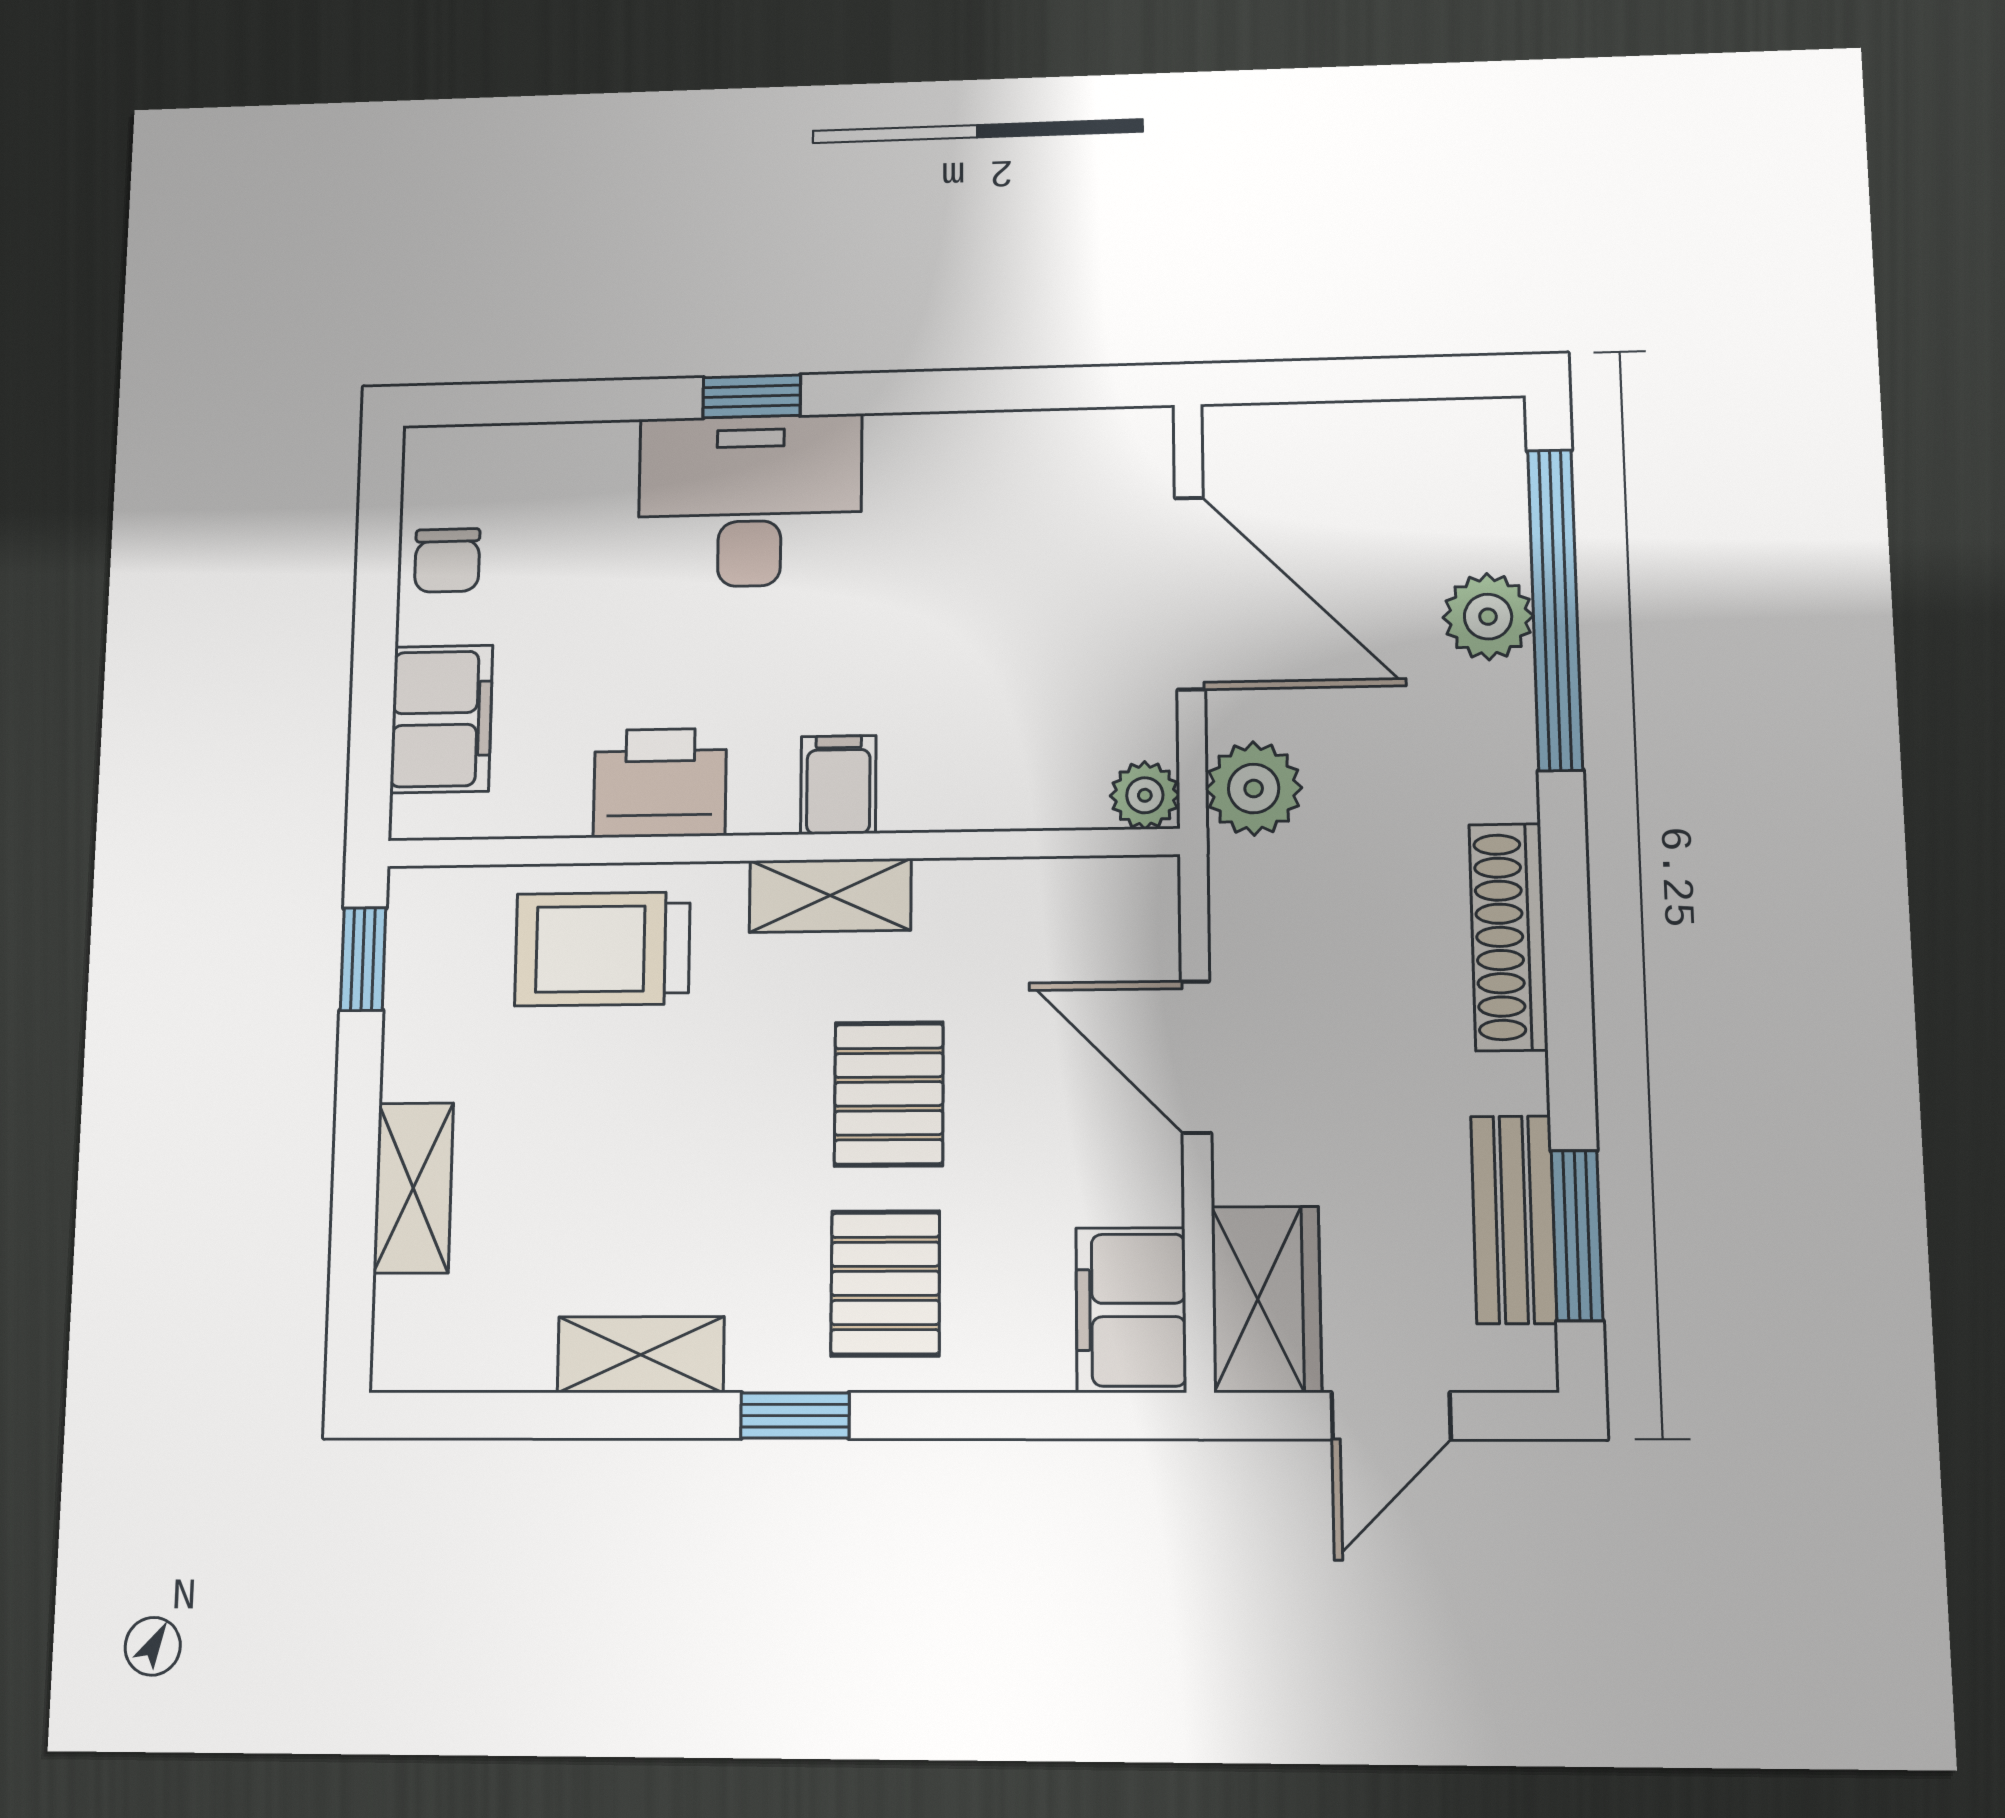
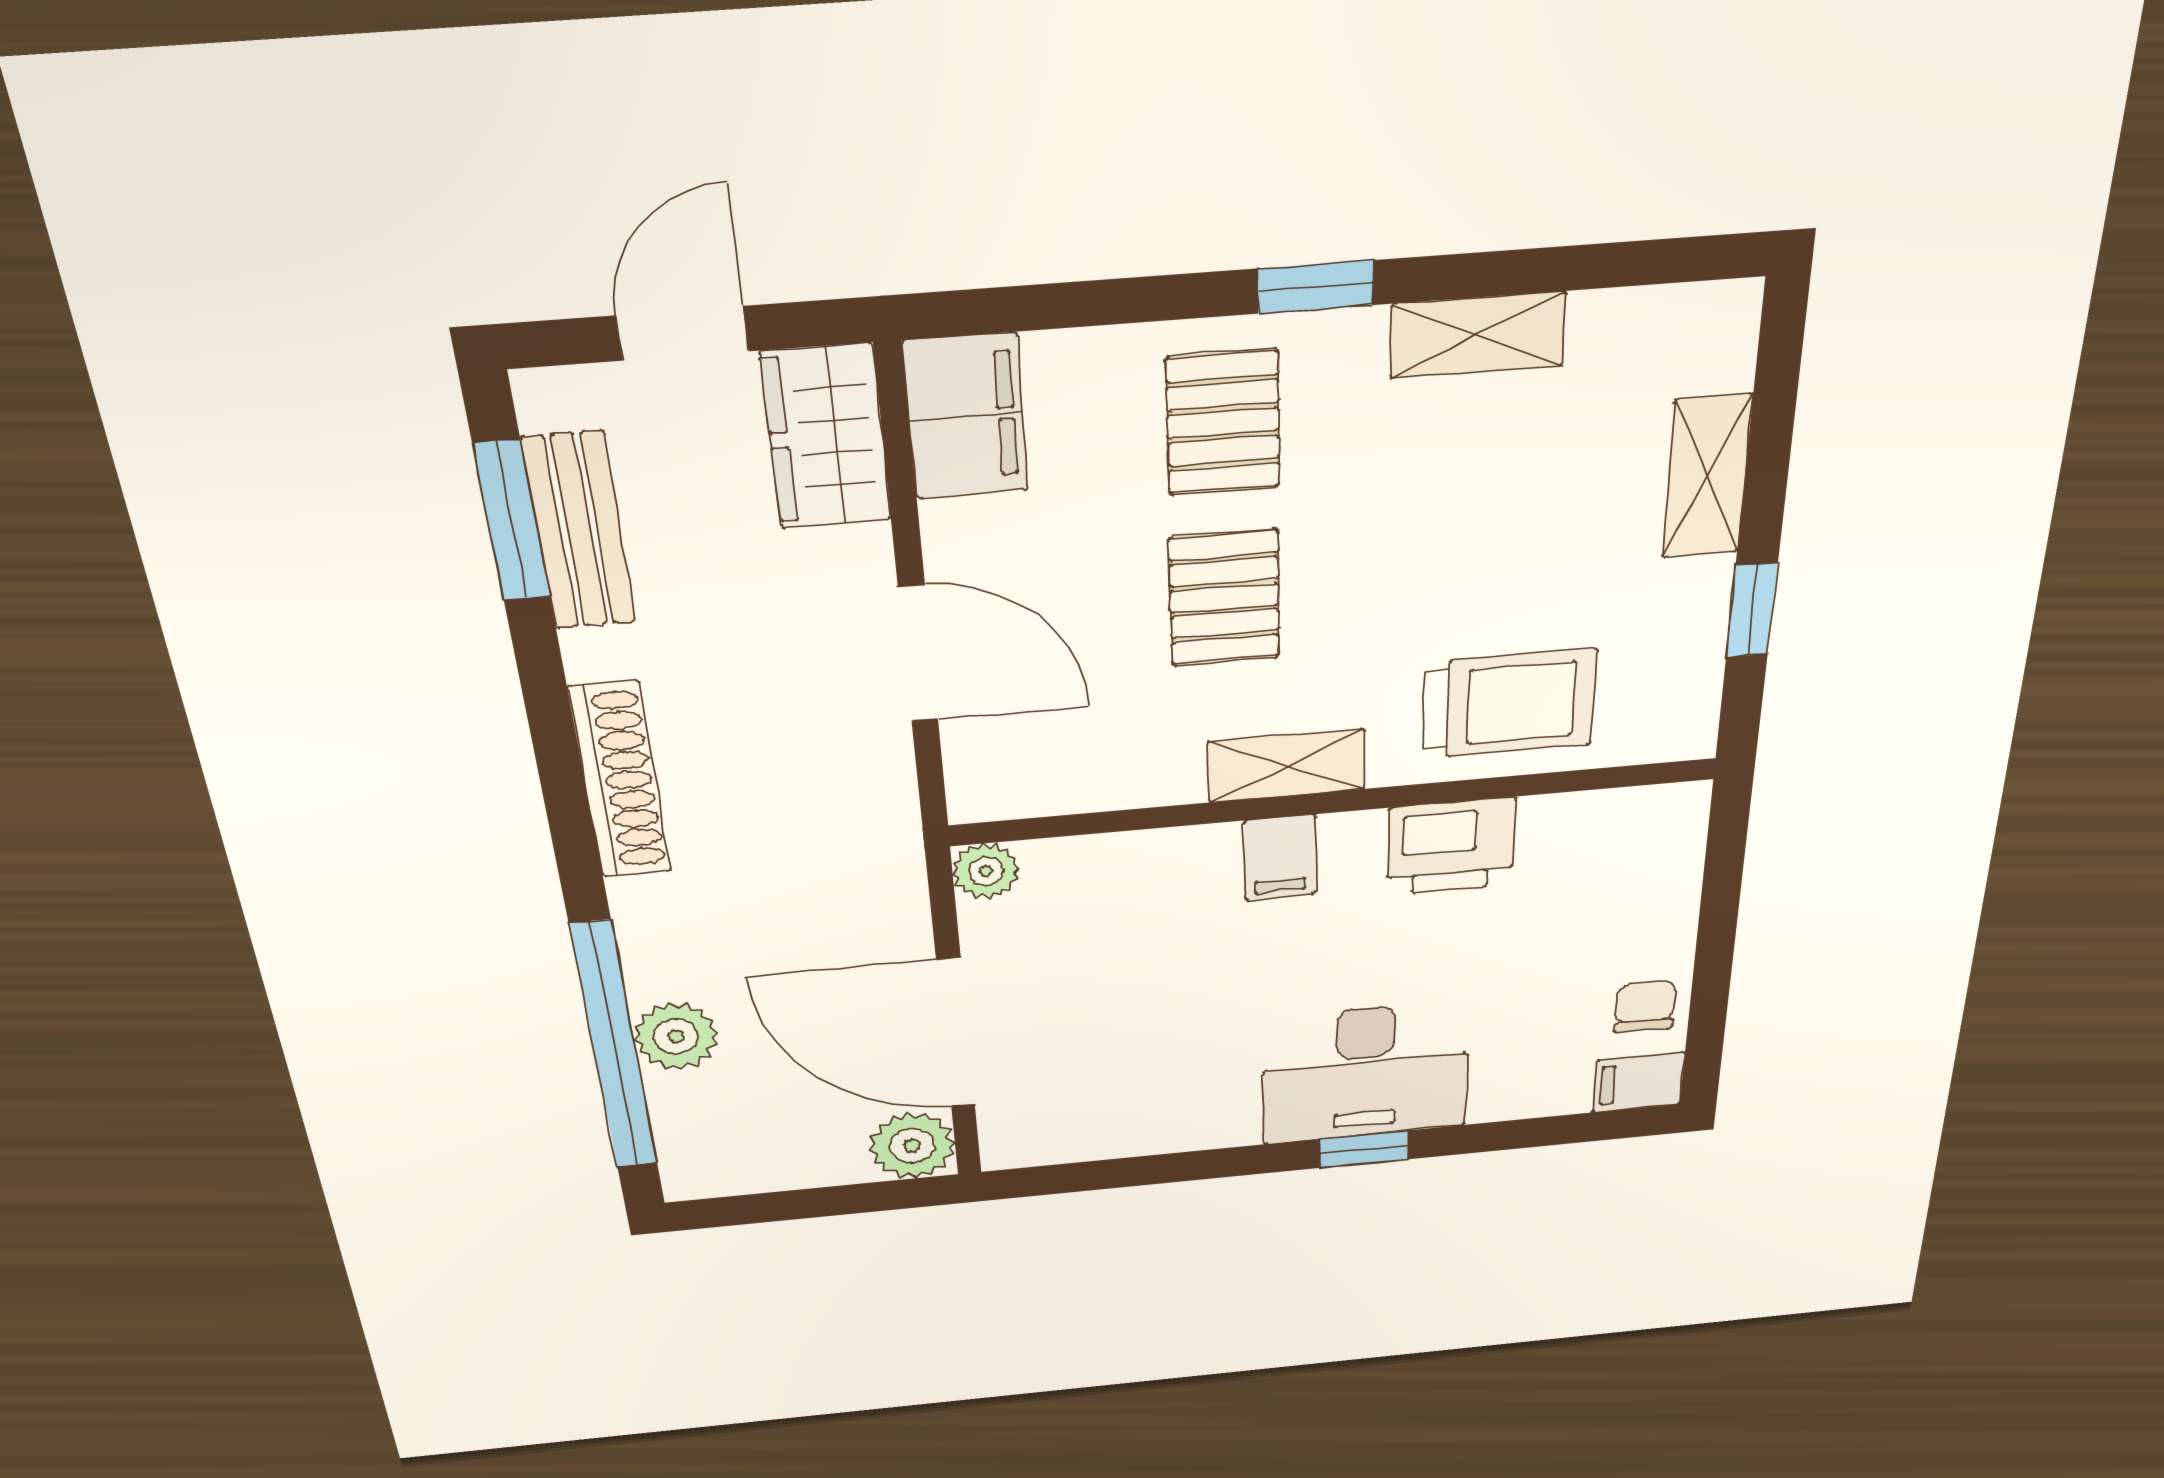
filing cabinet: (441, 719) -> (1639, 1082), moved, width x0.50
plant: (1254, 789) -> (912, 1146), moved
window: (363, 959) -> (1752, 610), moved

